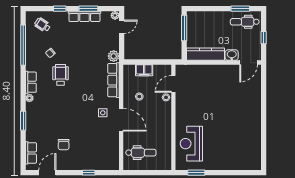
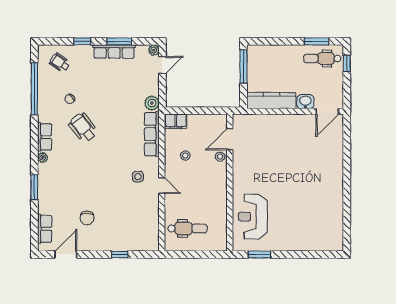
window: (264, 38) -> (347, 63), moved
filing cabinet: (144, 70) -> (176, 121), moved
wheelchair: (61, 75) -> (83, 128), turned -38
door: (121, 120) -> (162, 185), width x0.53

